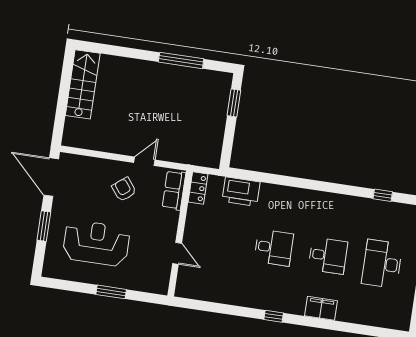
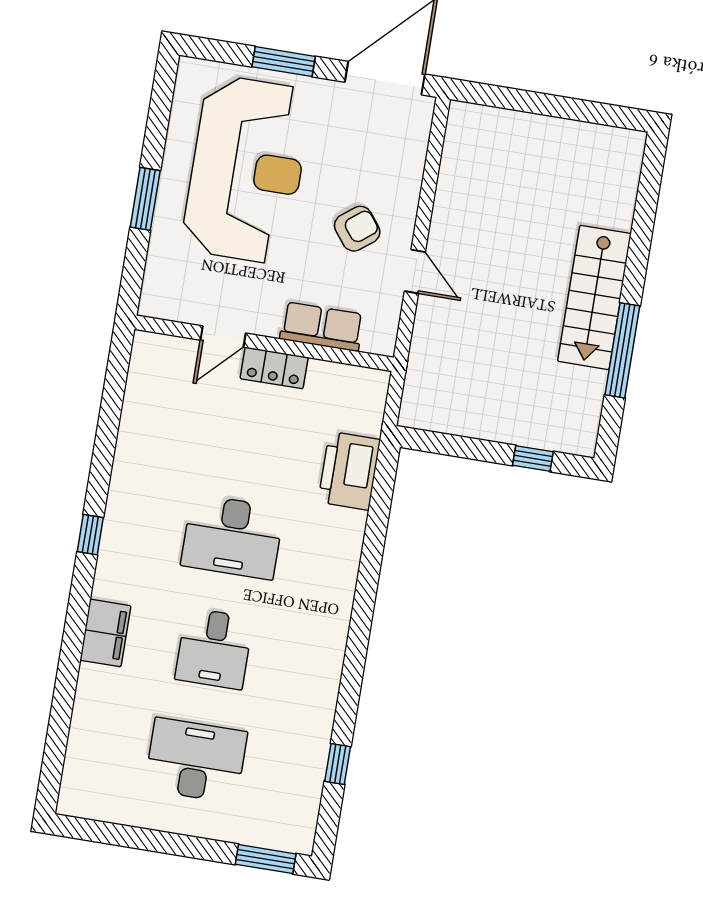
stairs: (83, 84) -> (594, 297), moved, turned 90
window: (234, 103) -> (533, 459), width x0.67
locker: (198, 188) -> (274, 368), moved
row of seats: (174, 190) -> (322, 327), moved
reception desk: (96, 243) -> (247, 170), width x1.36, depth x1.30
desk: (274, 248) -> (232, 537), width x1.37

